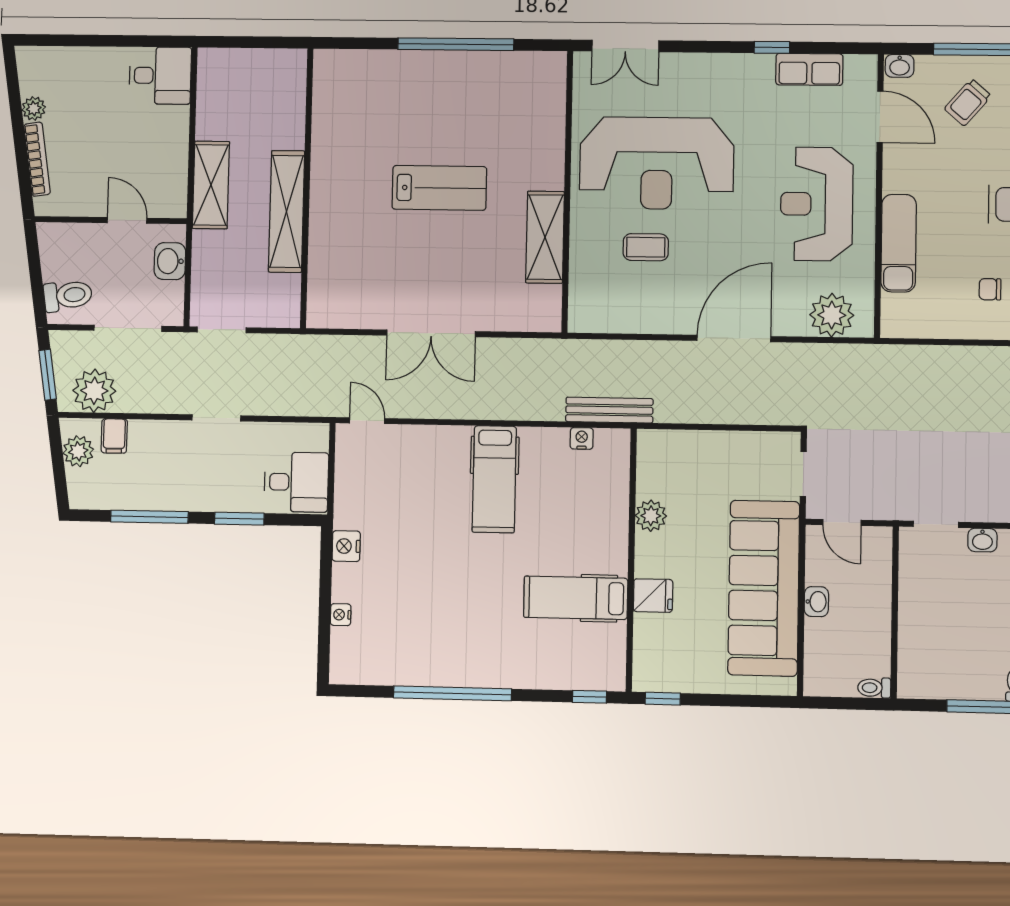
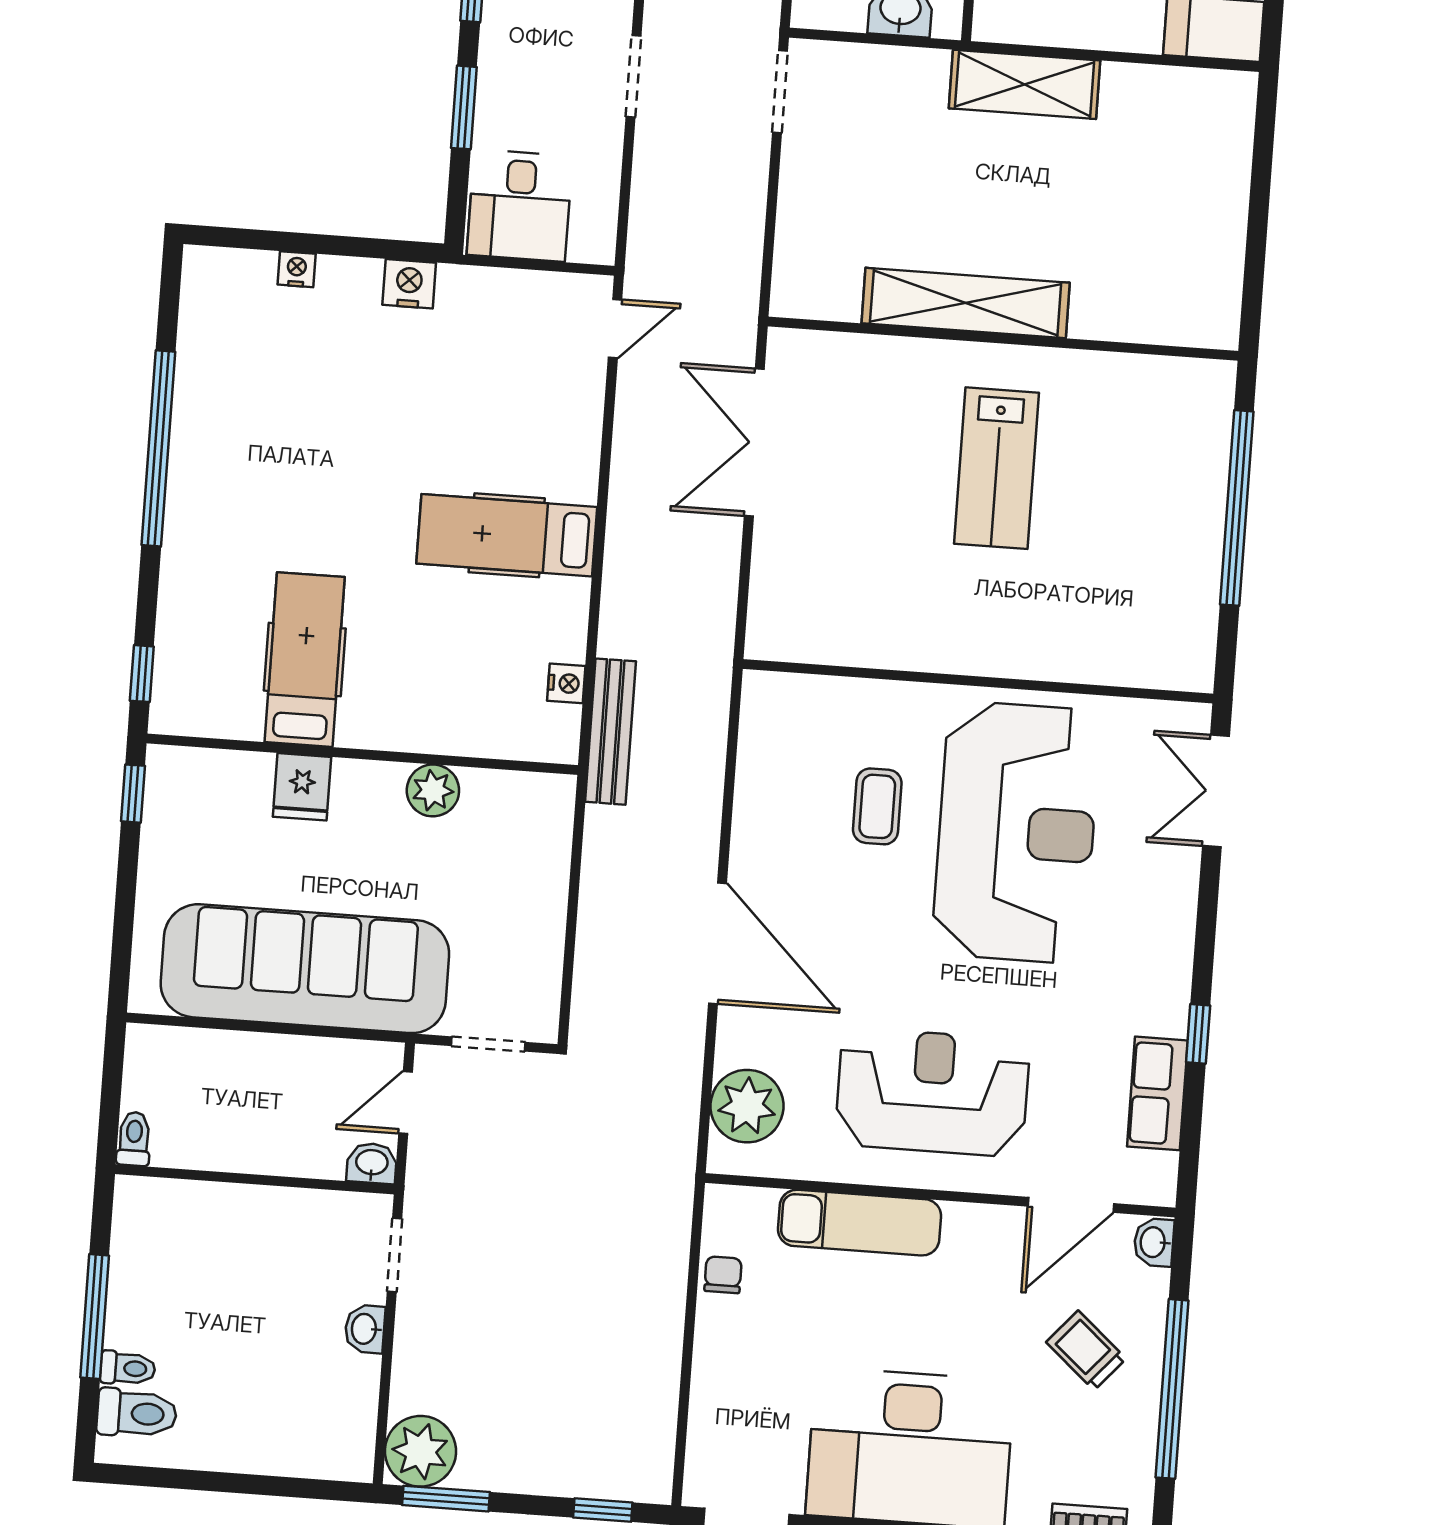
reception desk: (657, 163) -> (1016, 832), turned 180
wall: (307, 188) -> (1003, 339), moved
shelving: (287, 211) -> (966, 303), moved
shelving: (545, 237) -> (904, 640), removed
chair: (990, 289) -> (723, 1275), moved
washbasin: (816, 602) -> (372, 1163), moved, turned 180

